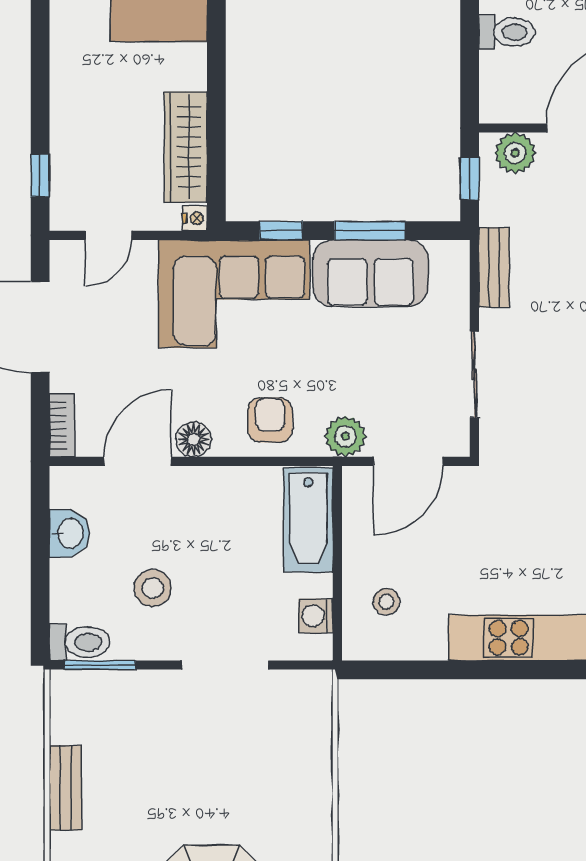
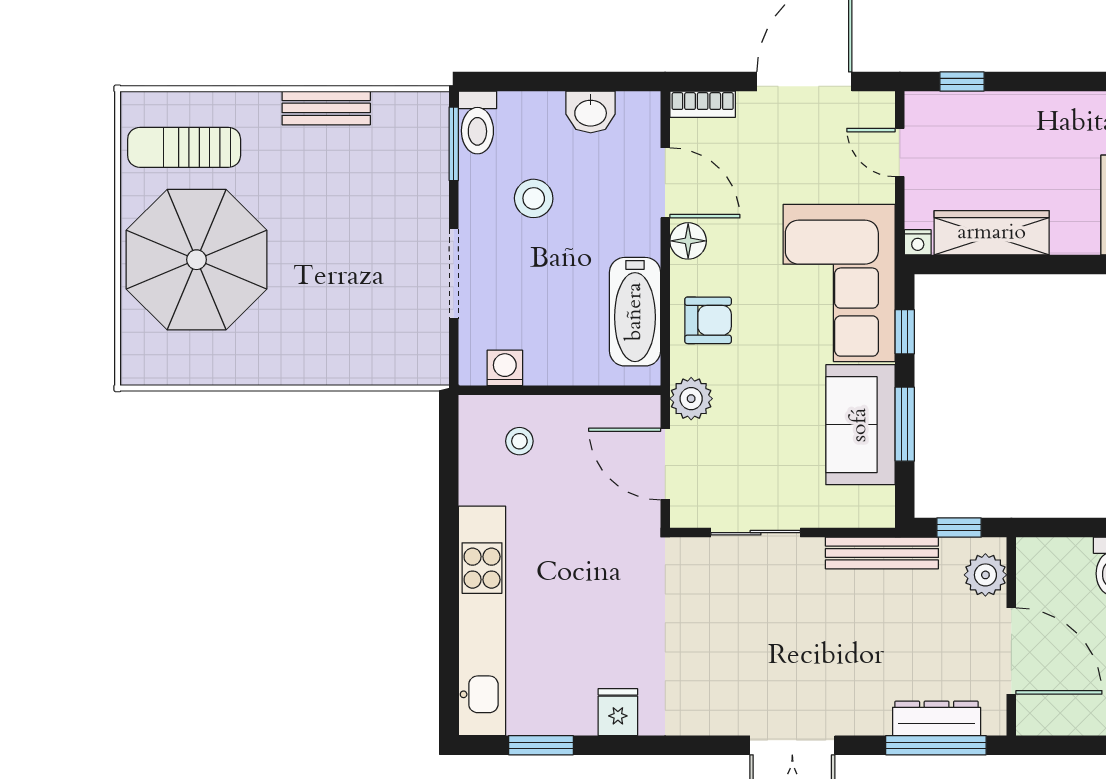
bench: (494, 267) -> (882, 553), width x1.36
bathtub: (308, 520) -> (635, 312), moved, turned -90

